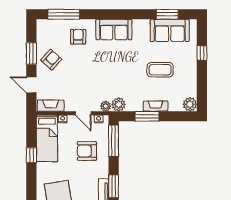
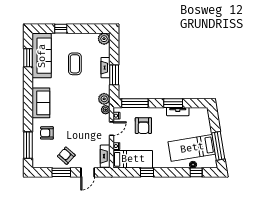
sofa: (170, 30) -> (42, 56), width x1.36

